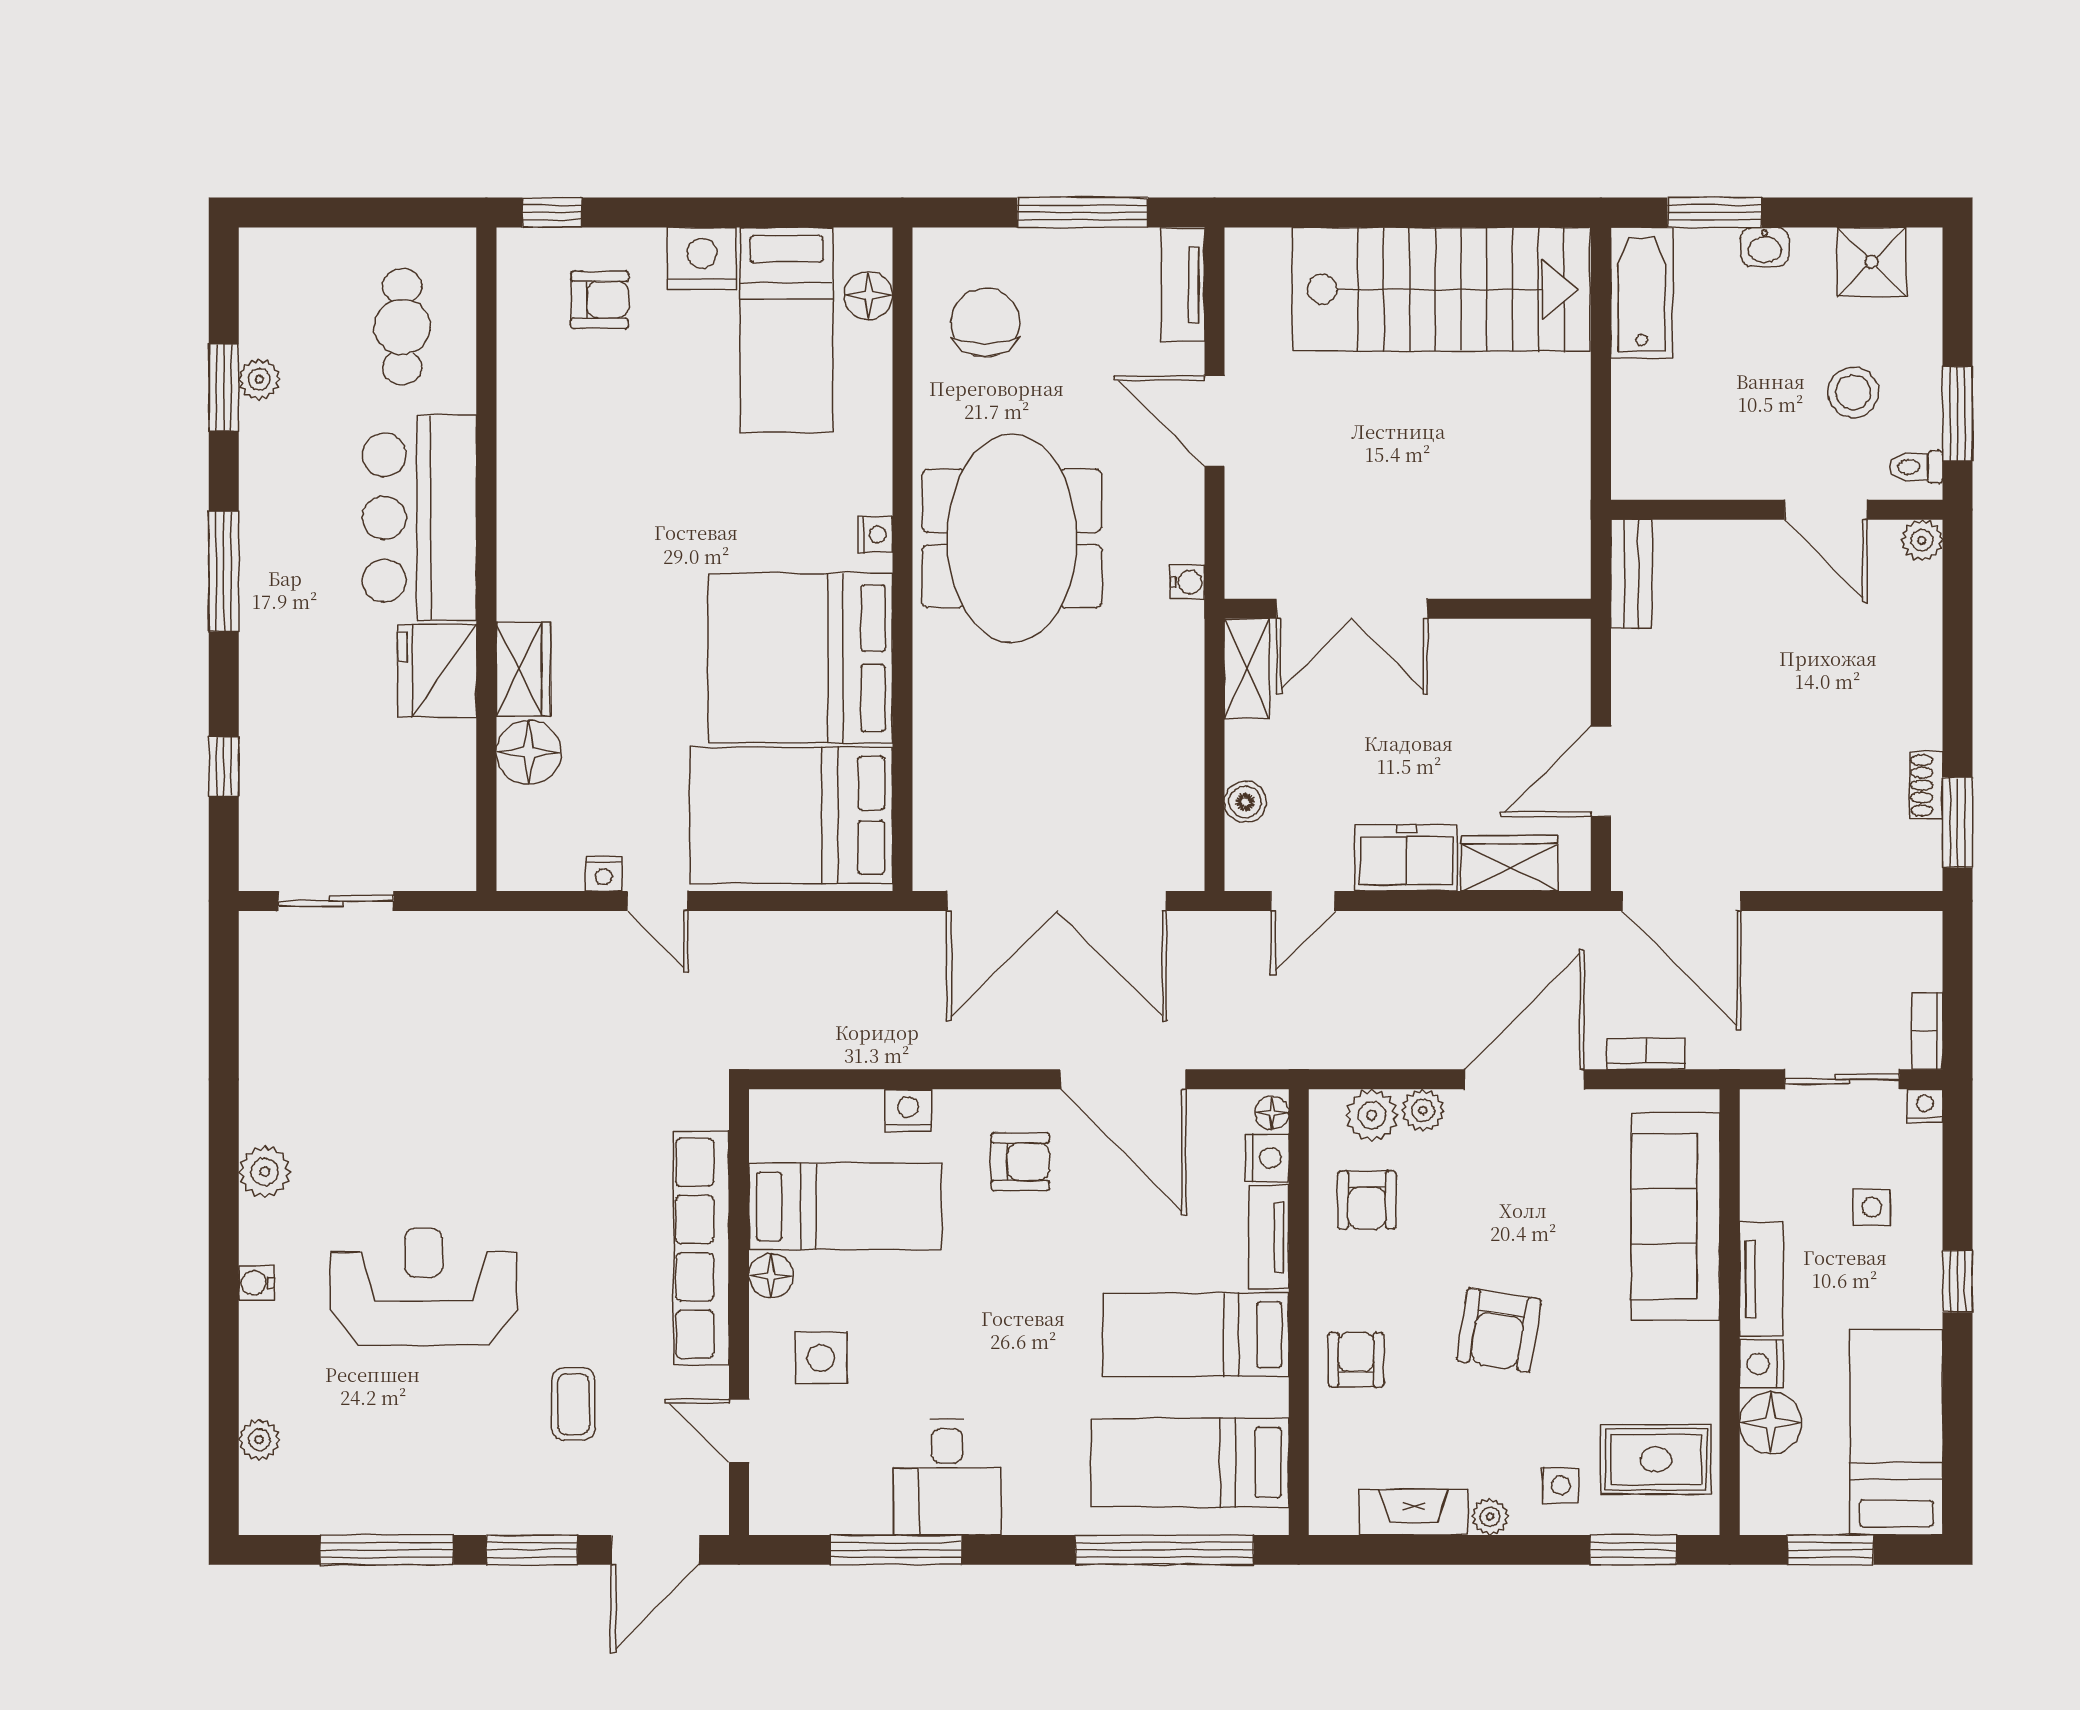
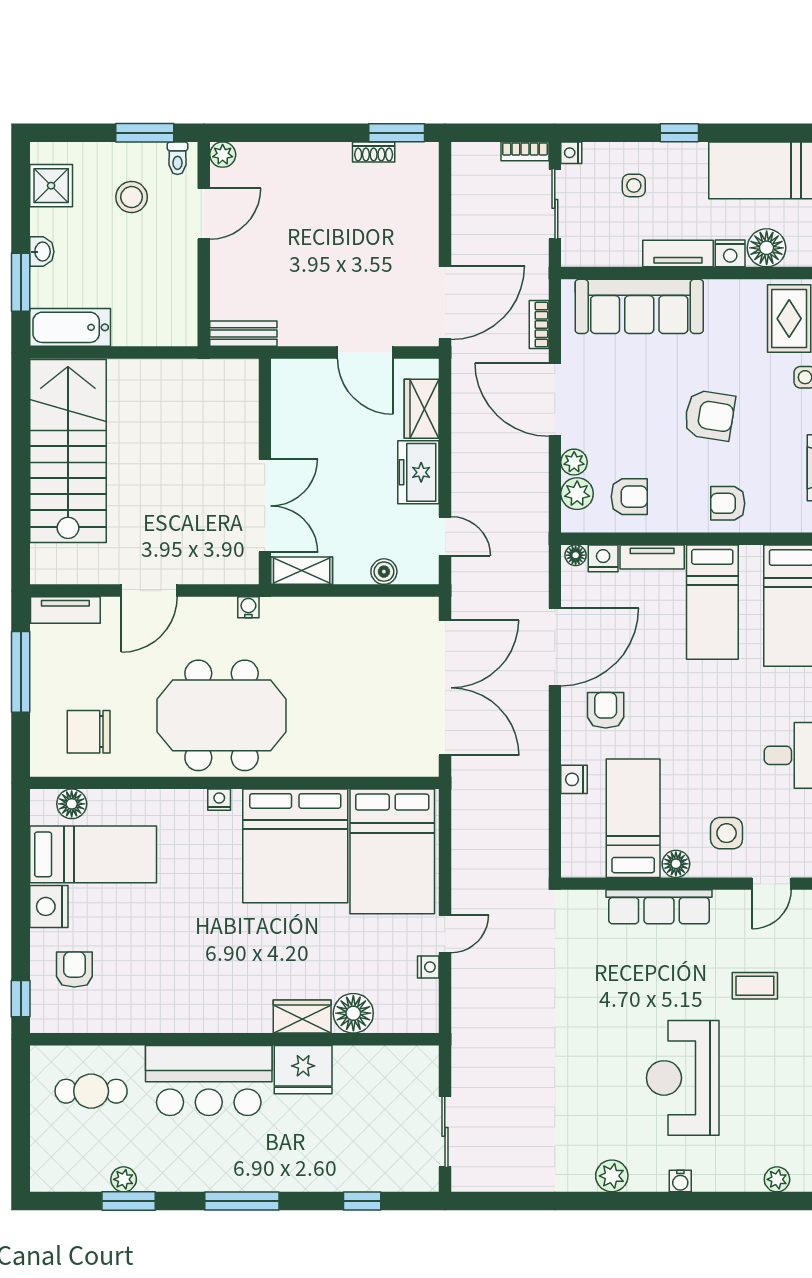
row of seats: (701, 1248) -> (659, 907), width x0.73

